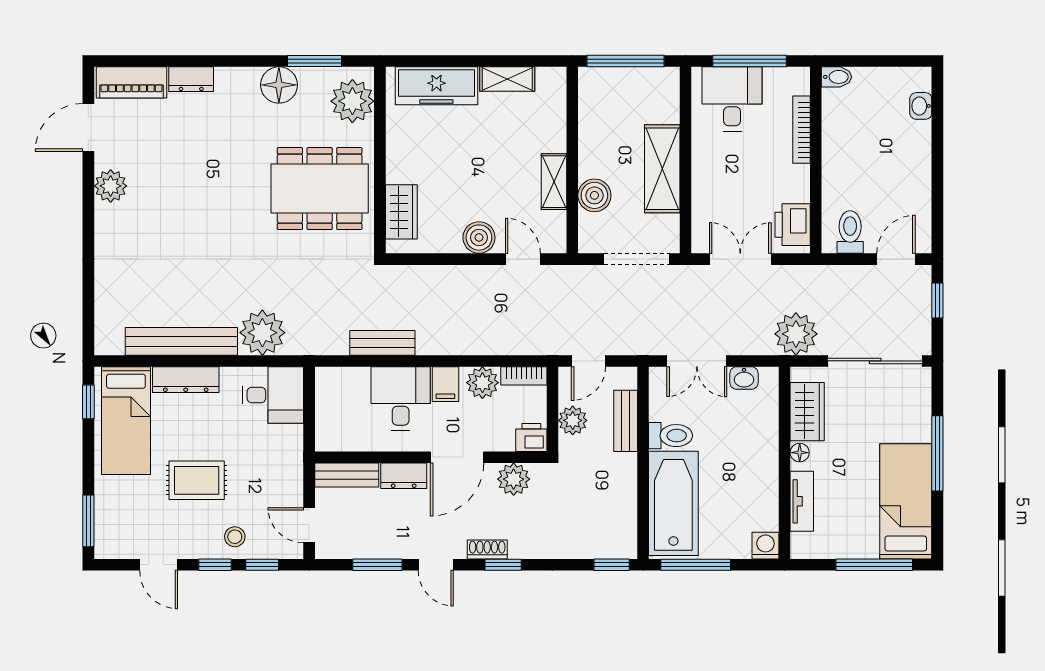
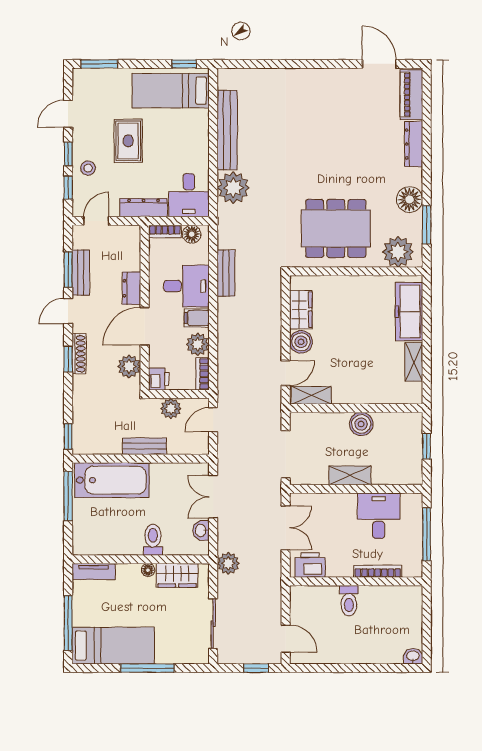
window: (626, 61) -> (427, 446), width x0.46
bidet: (837, 77) -> (415, 596), removed
dresser: (191, 79) -> (414, 144), width x1.44
desk: (732, 99) -> (379, 516), moved, turned -90
washbasin: (921, 106) -> (413, 656), moved
shelving: (662, 169) -> (350, 475), width x0.67, depth x0.75
shelving: (554, 182) -> (311, 395), moved
plant: (111, 186) -> (338, 80), removed
dining table: (320, 189) -> (336, 228), turned 90
boiler: (594, 195) -> (361, 424), moved
wardrobe: (401, 212) -> (301, 310), moved, turned -90
toilet: (850, 232) -> (349, 601), moved, turned 90
plant: (796, 334) -> (228, 563), width x0.73, depth x0.73
door: (588, 361) -> (213, 420), hinge flipped
sliding door: (875, 361) -> (213, 624), width x0.73
dresser: (186, 380) -> (144, 208), moved, turned 90
floor lamp: (328, 391) -> (192, 234), added
bench: (626, 421) -> (145, 446), moved
bookcase: (324, 429) -> (165, 231), added
toilet: (671, 436) -> (153, 540), moved, turned 180
door: (457, 457) -> (145, 326), hinge flipped
bench: (347, 475) -> (81, 273), moved
tv unit: (802, 501) -> (94, 572), moved
washing machine: (765, 546) -> (82, 546), removed
shoe rack: (487, 549) -> (79, 354), width x1.43

